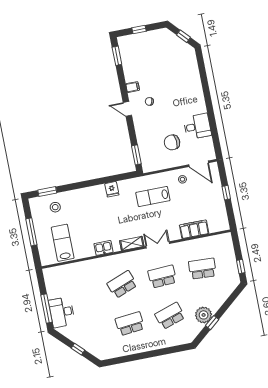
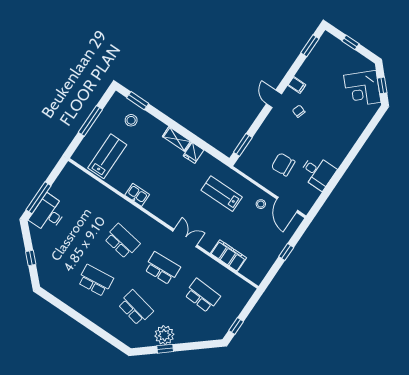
corner desk: (174, 50) -> (362, 89), added
shelving: (132, 243) -> (177, 139), moved
school desk: (122, 284) -> (122, 241), turned 30
school desk: (170, 316) -> (136, 308), turned 30

